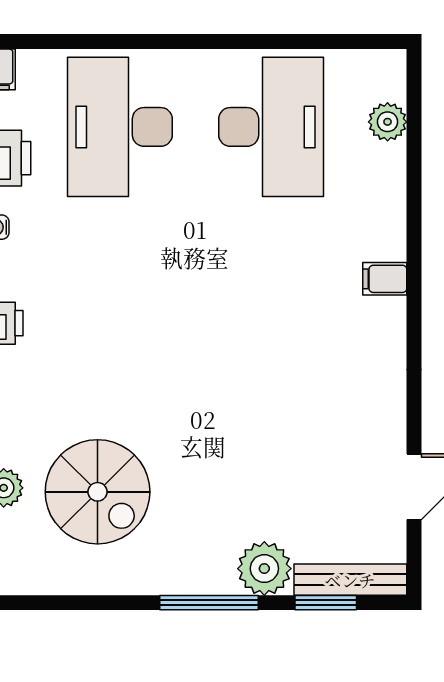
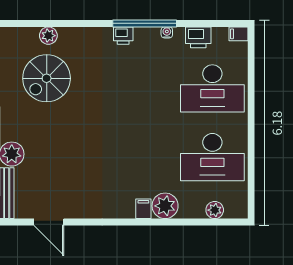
desk: (120, 127) -> (212, 88), turned 180
plant: (378, 231) -> (165, 206), added

